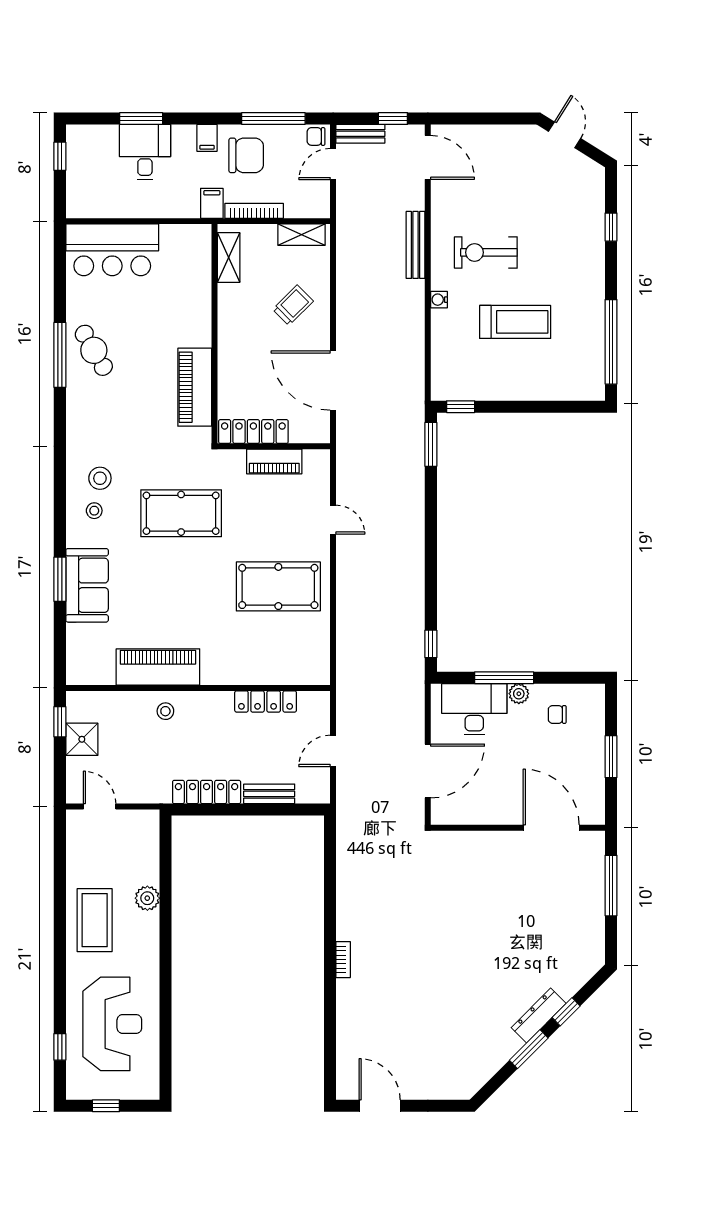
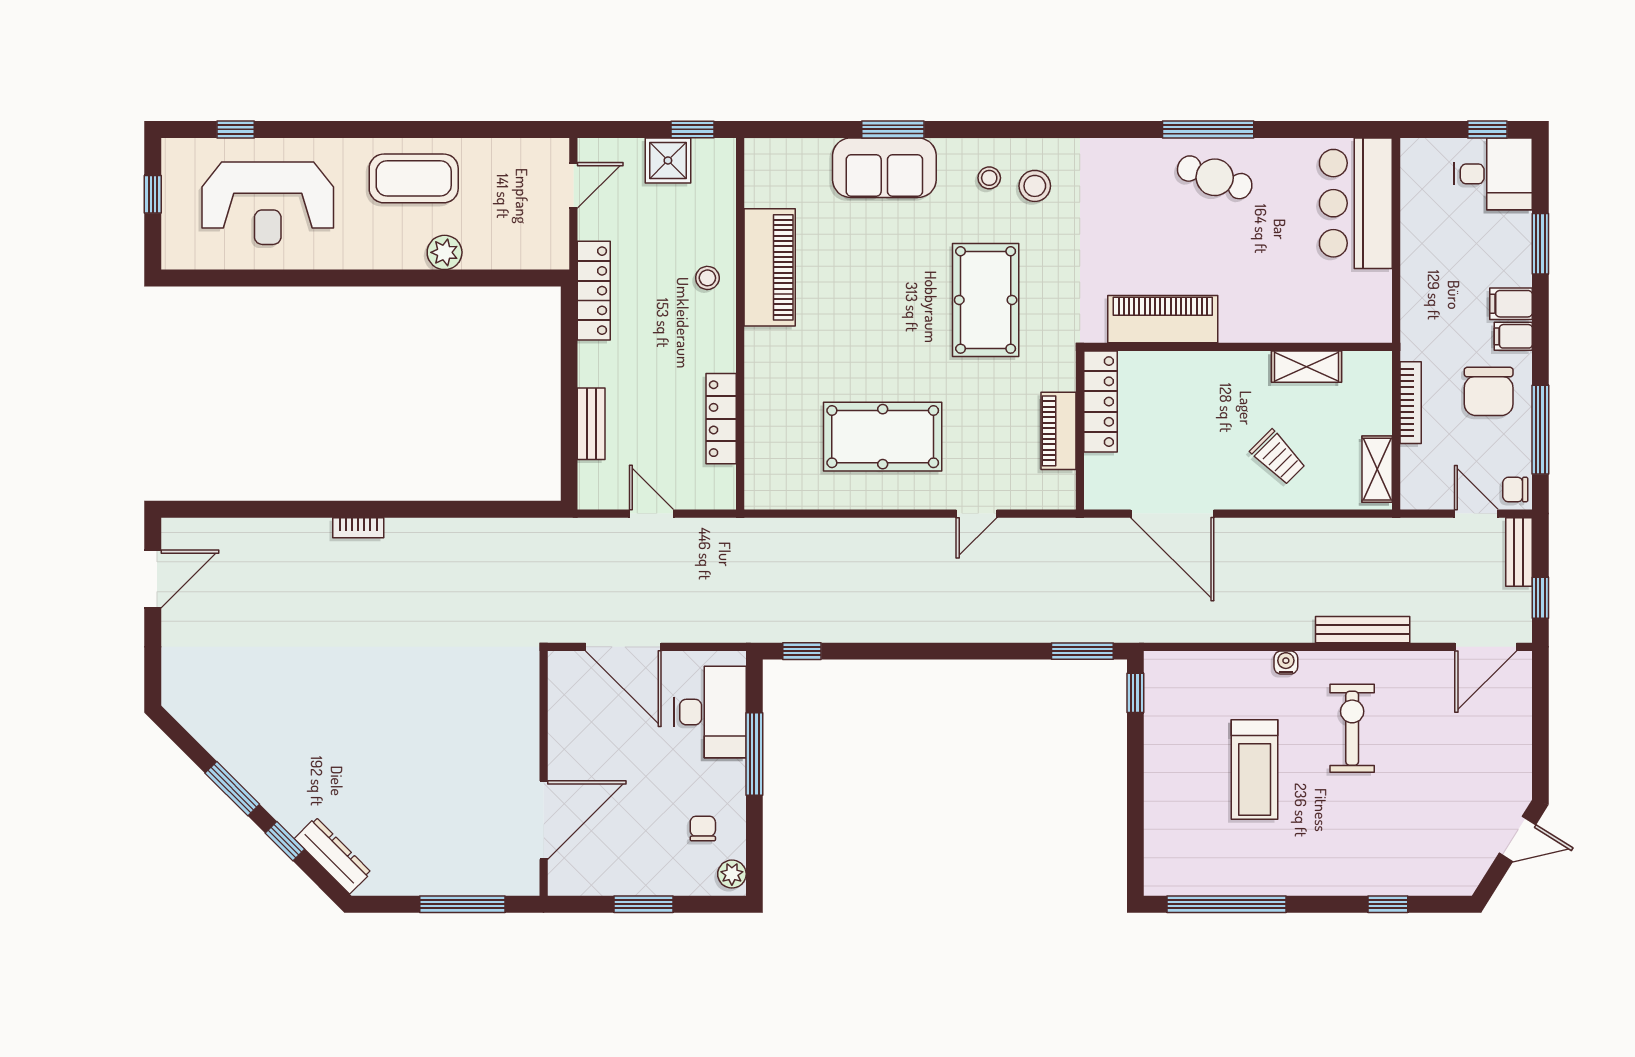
chair: (316, 136) -> (1515, 490), turned -90
desk: (145, 152) -> (1493, 174), moved
filing cabinet: (212, 203) -> (1511, 304), moved, turned 180
shelving: (229, 257) -> (1306, 367), moved
cafe table: (94, 350) -> (1215, 177), turned 49
door: (333, 380) -> (1172, 514), swing flipped
pool table: (278, 586) -> (883, 437), turned 90
plant: (519, 694) -> (732, 874), moved
locker: (207, 792) -> (594, 291), moved
dresser: (539, 1015) -> (333, 856), moved

